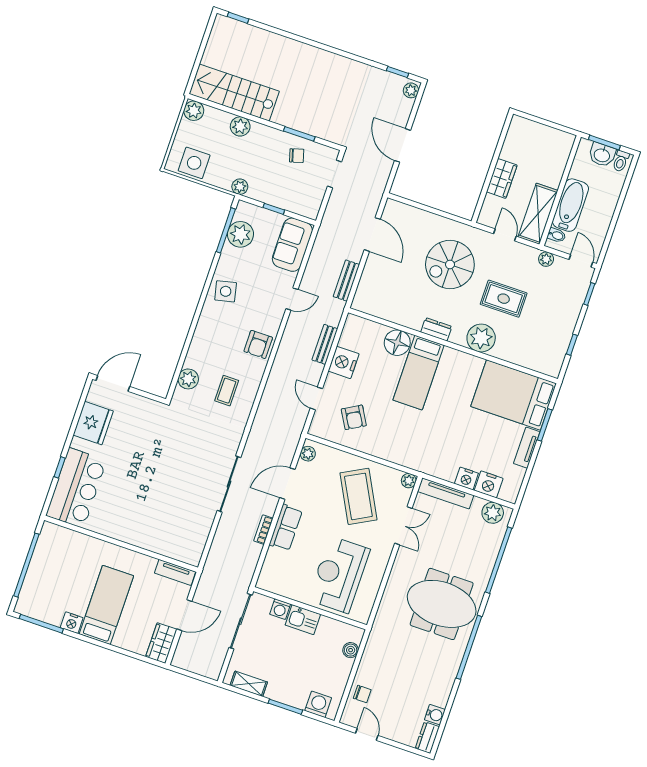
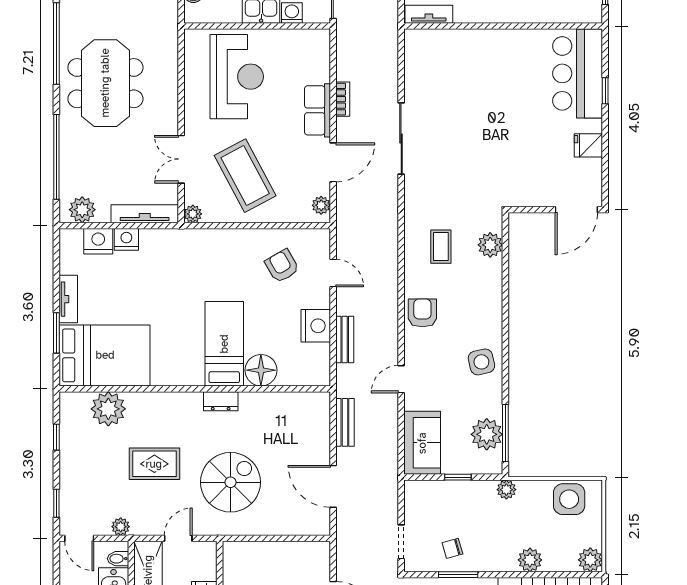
door: (505, 235) -> (178, 538), swing flipped
plant: (481, 338) -> (108, 409), moved
fridge: (93, 423) -> (588, 145), width x0.53, depth x0.75
meeting table: (442, 604) -> (105, 83), turned 90

